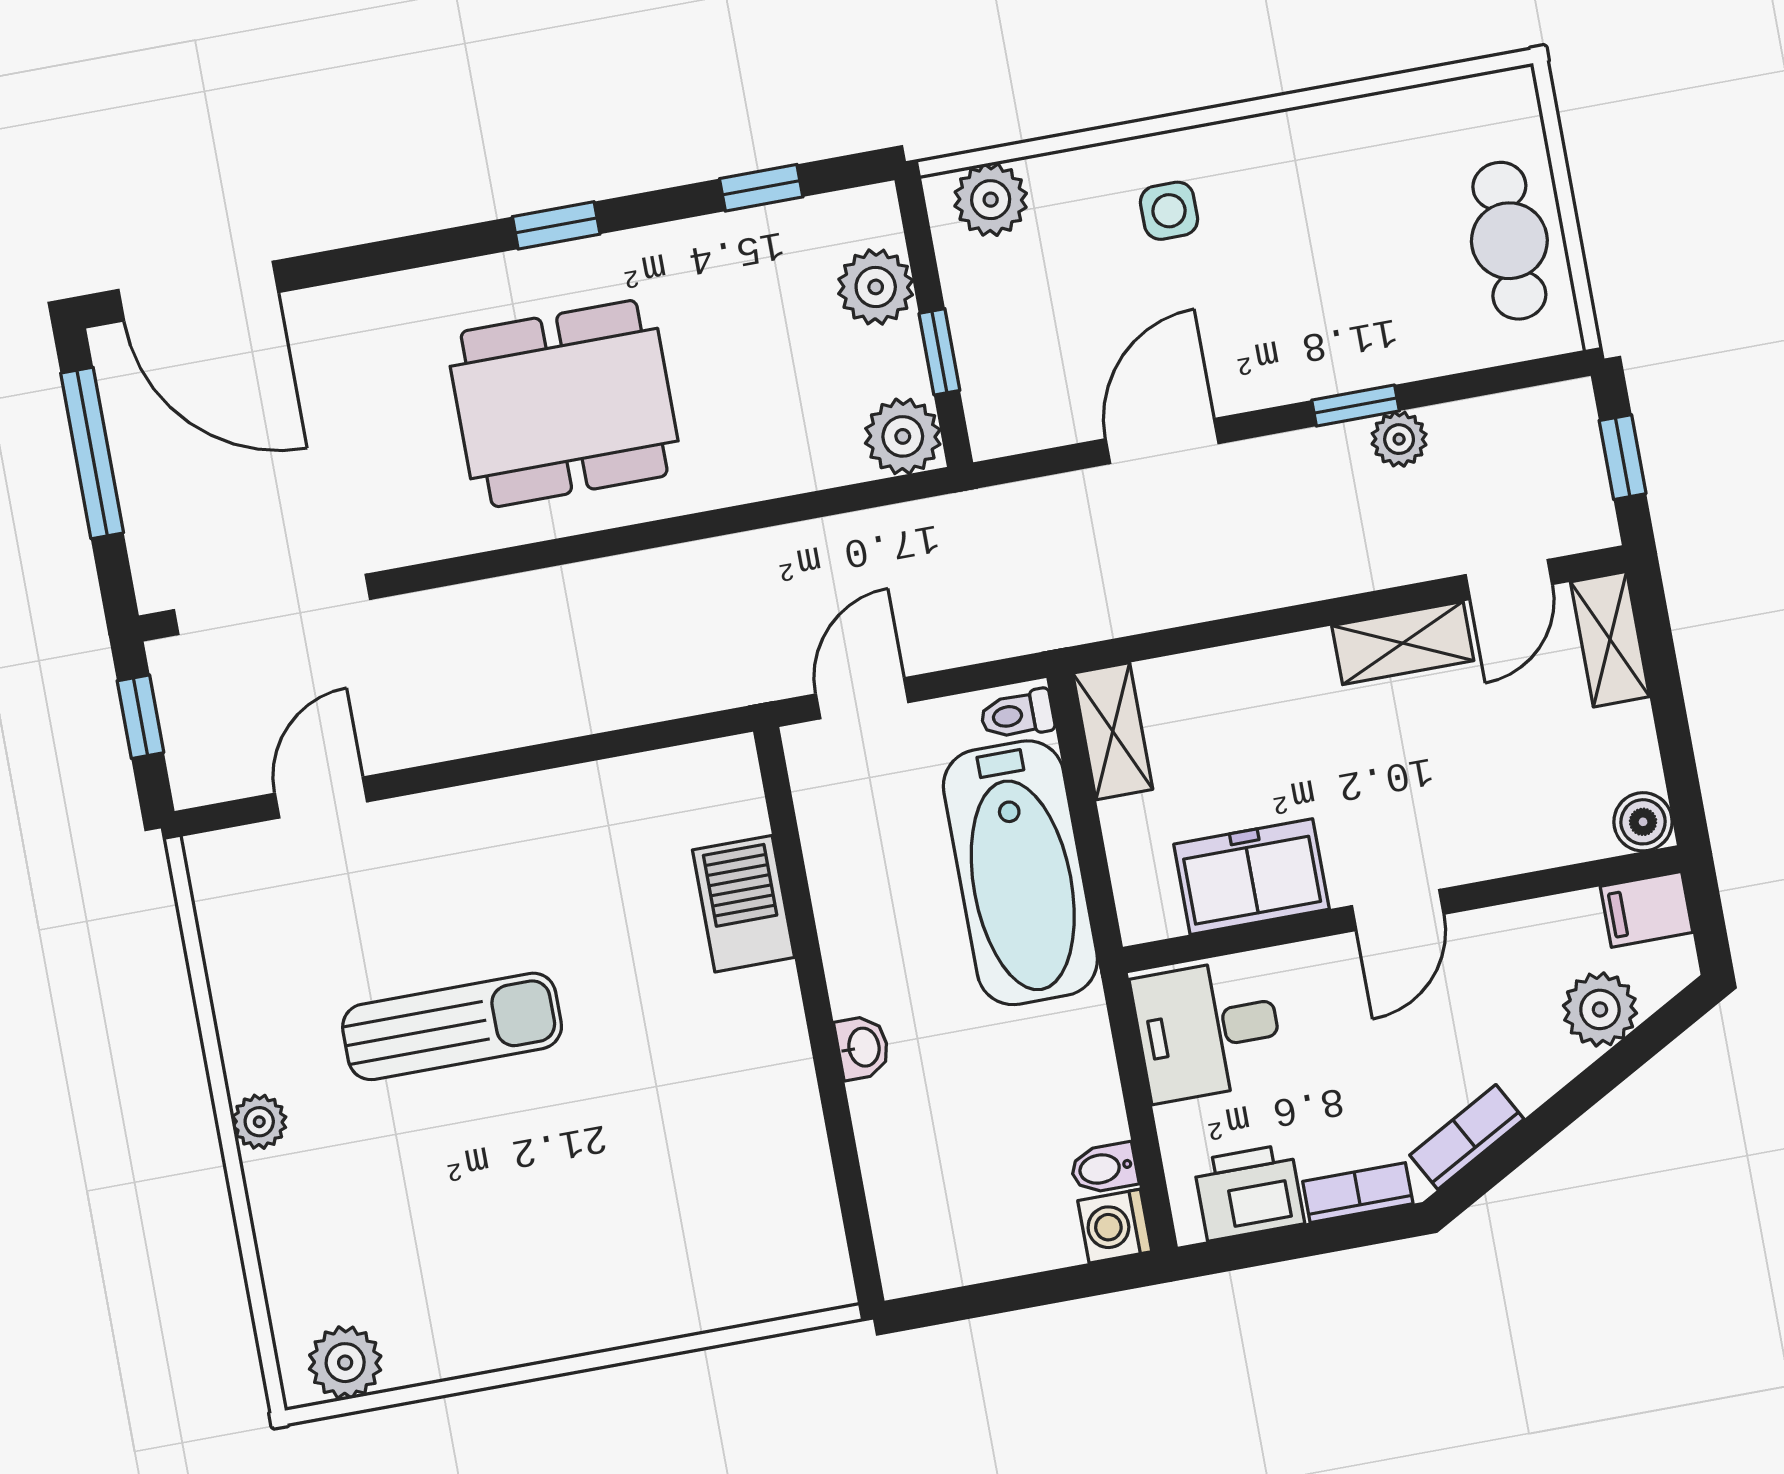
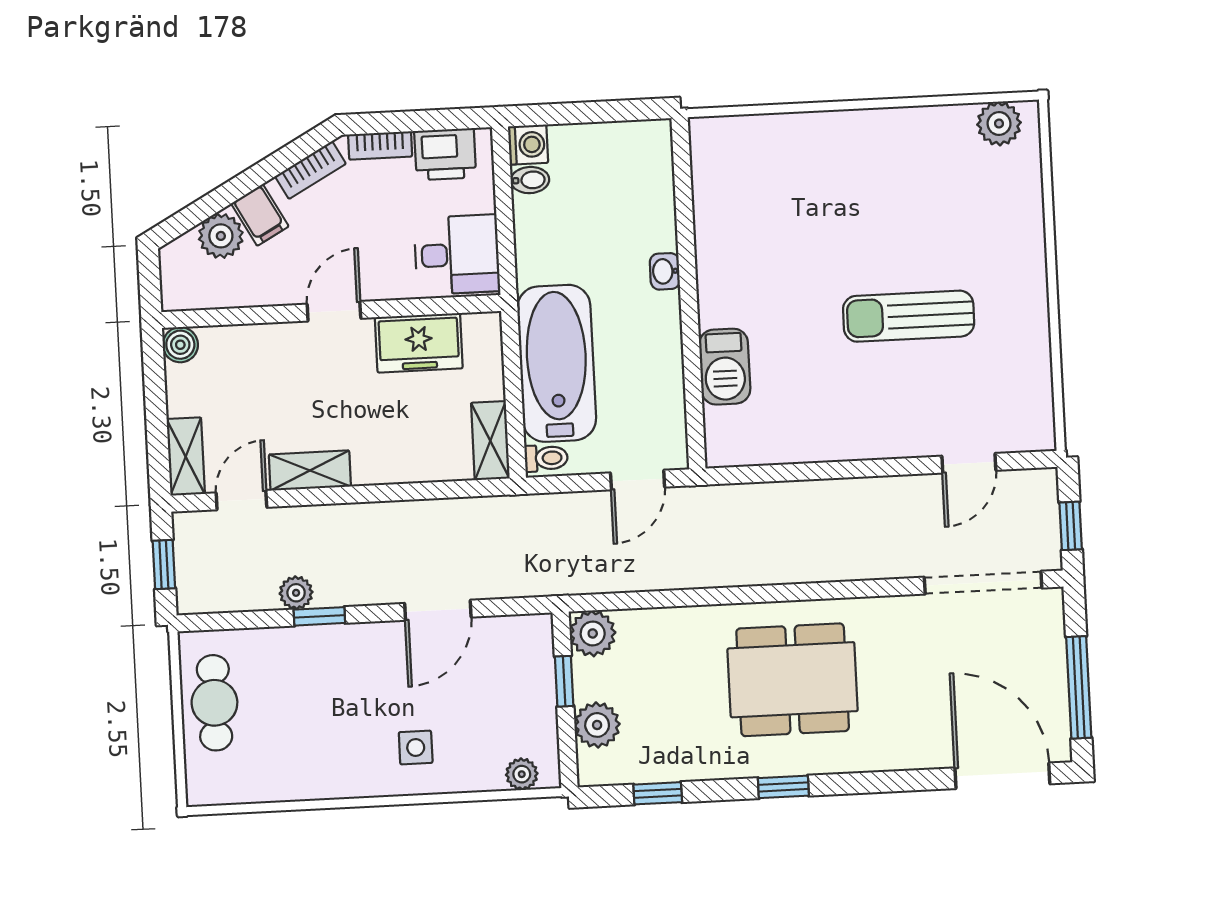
plant: (991, 200) -> (522, 774), width x0.73, depth x0.73
filing cabinet: (1647, 909) -> (260, 215), moved, turned 61
plant: (259, 1122) -> (1031, 274), removed

